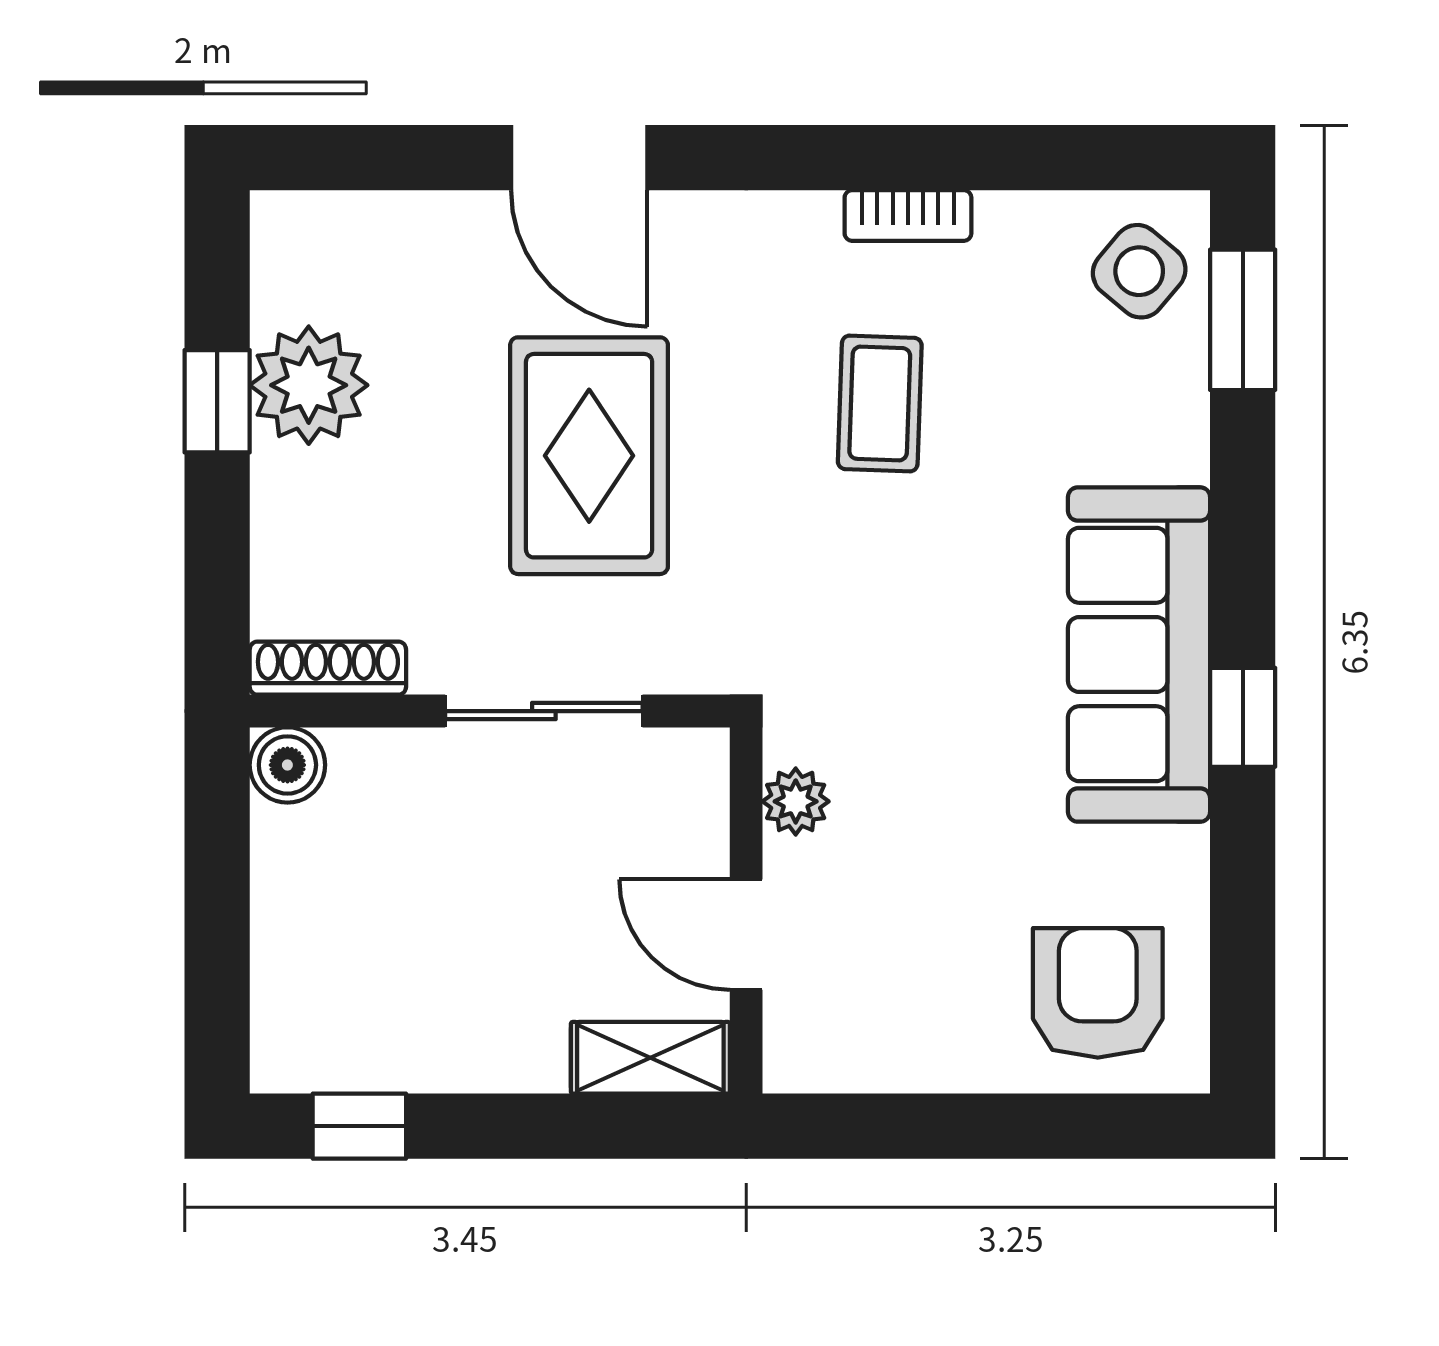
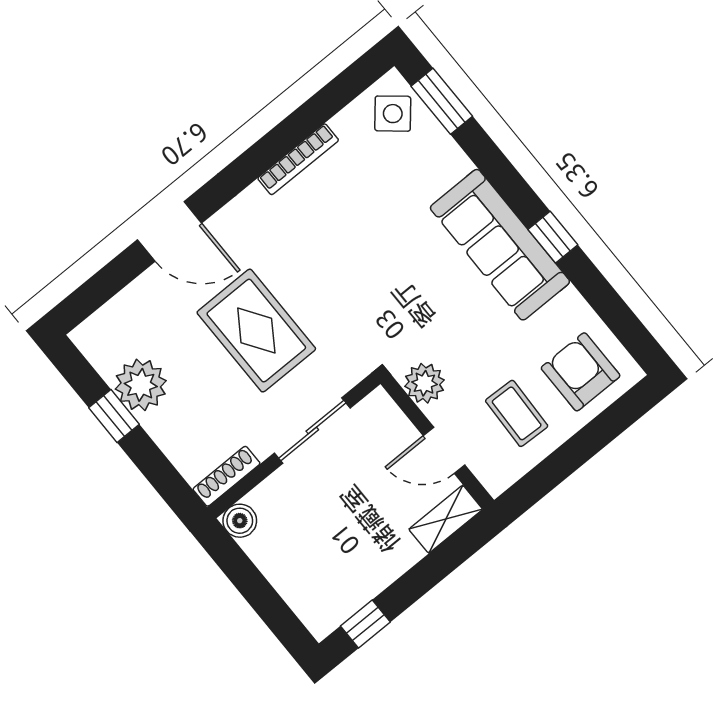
bookcase: (908, 216) -> (298, 159), width x1.56
coffee table: (880, 403) -> (517, 413), moved
plant: (796, 801) -> (424, 383), width x1.38, depth x1.38

